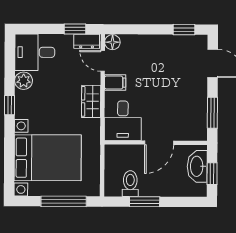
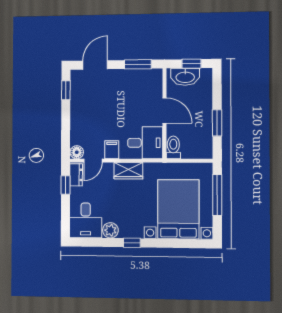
toilet: (130, 184) -> (173, 147), moved, turned 90

